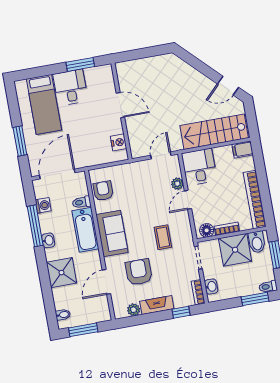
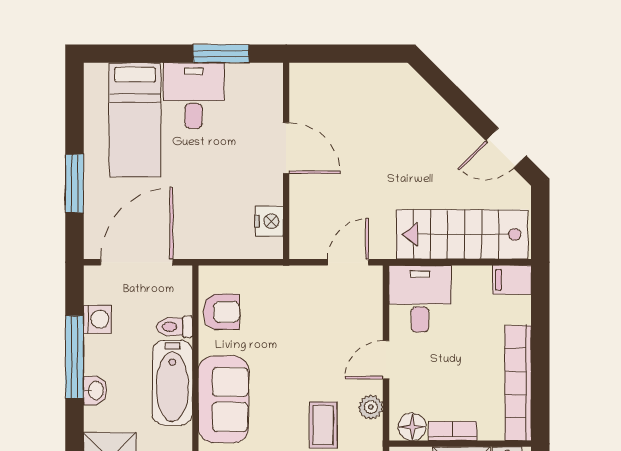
plant: (177, 184) -> (371, 407), moved
armchair: (103, 191) -> (222, 312), turned 90

